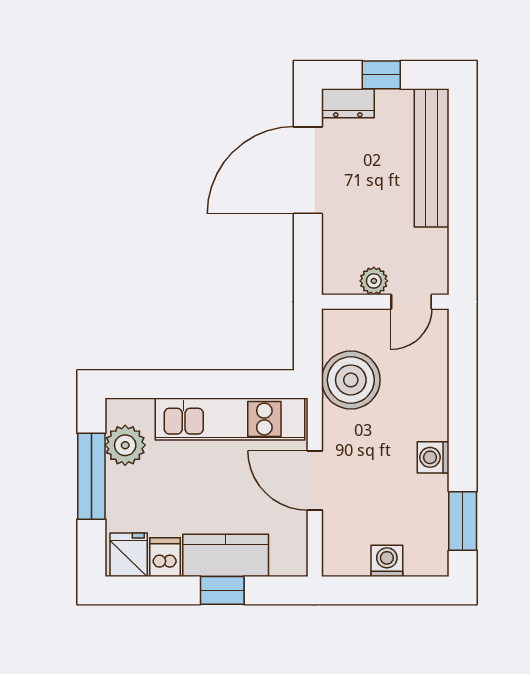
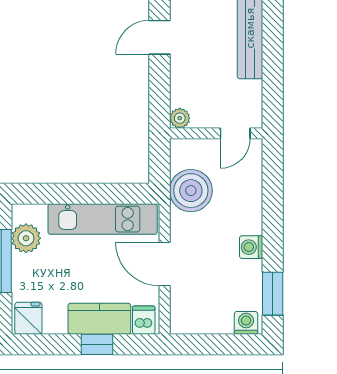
door: (308, 170) -> (160, 37), width x0.53
plant: (374, 281) -> (180, 118), moved
dishwasher: (165, 557) -> (144, 320), moved
washing machine: (387, 561) -> (246, 323), moved

